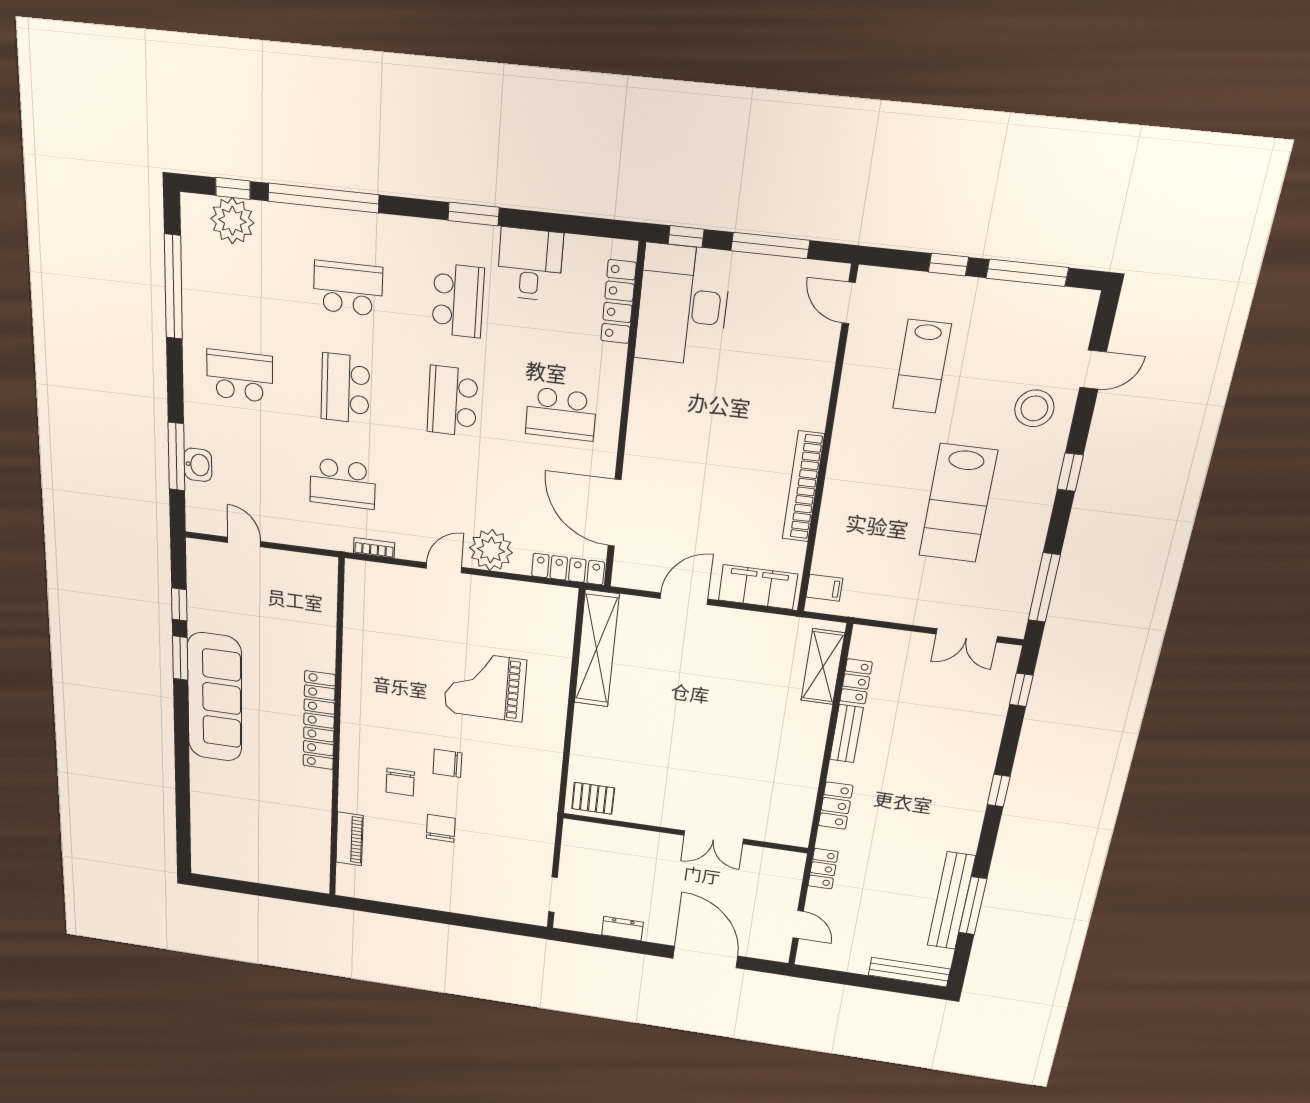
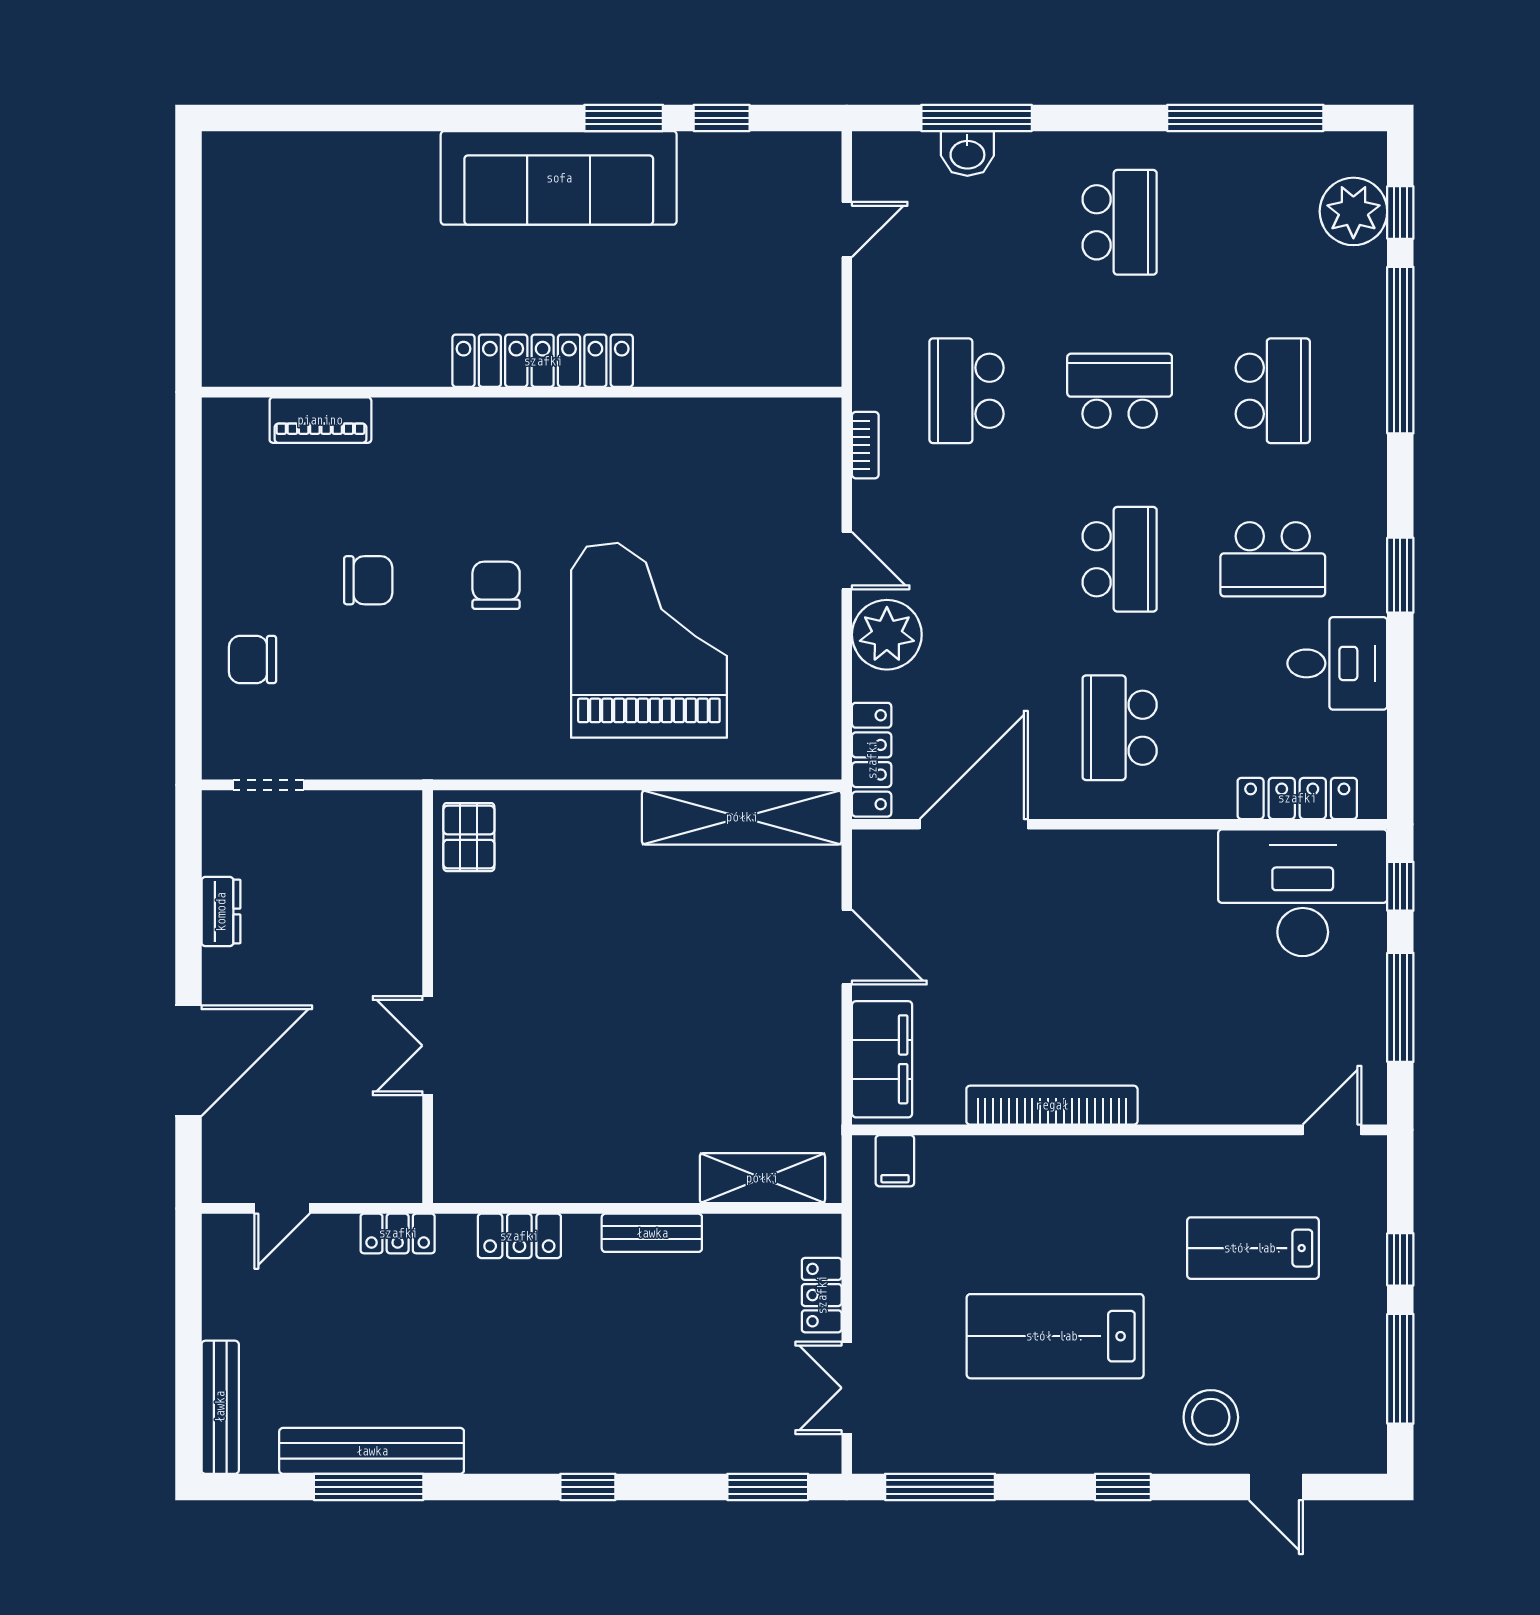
school desk: (452, 401) -> (1120, 559), turned 90
locker: (856, 681) -> (822, 1295), moved, turned 90
grand piano: (485, 686) -> (649, 640), width x1.37, depth x1.48
window: (1021, 690) -> (768, 1487), width x1.50
chair: (400, 782) -> (253, 659), moved

